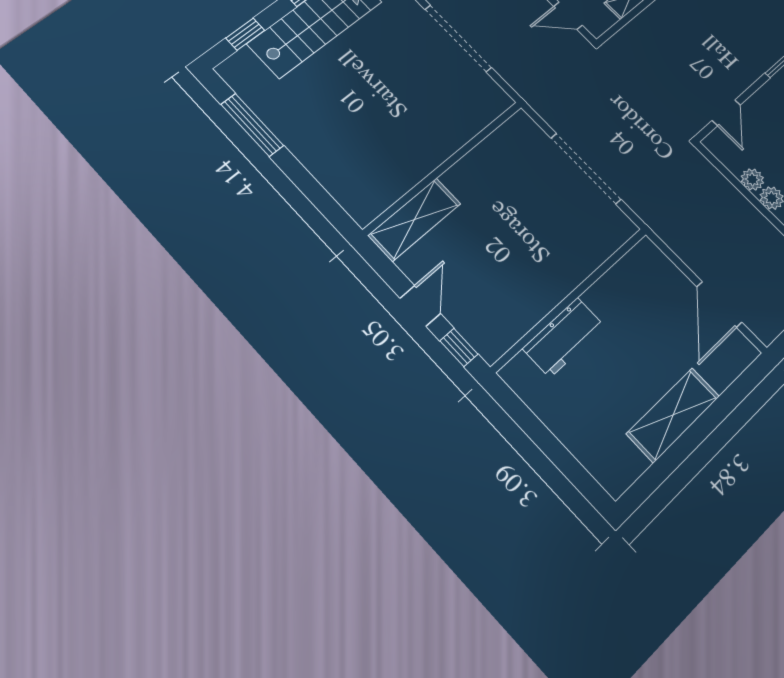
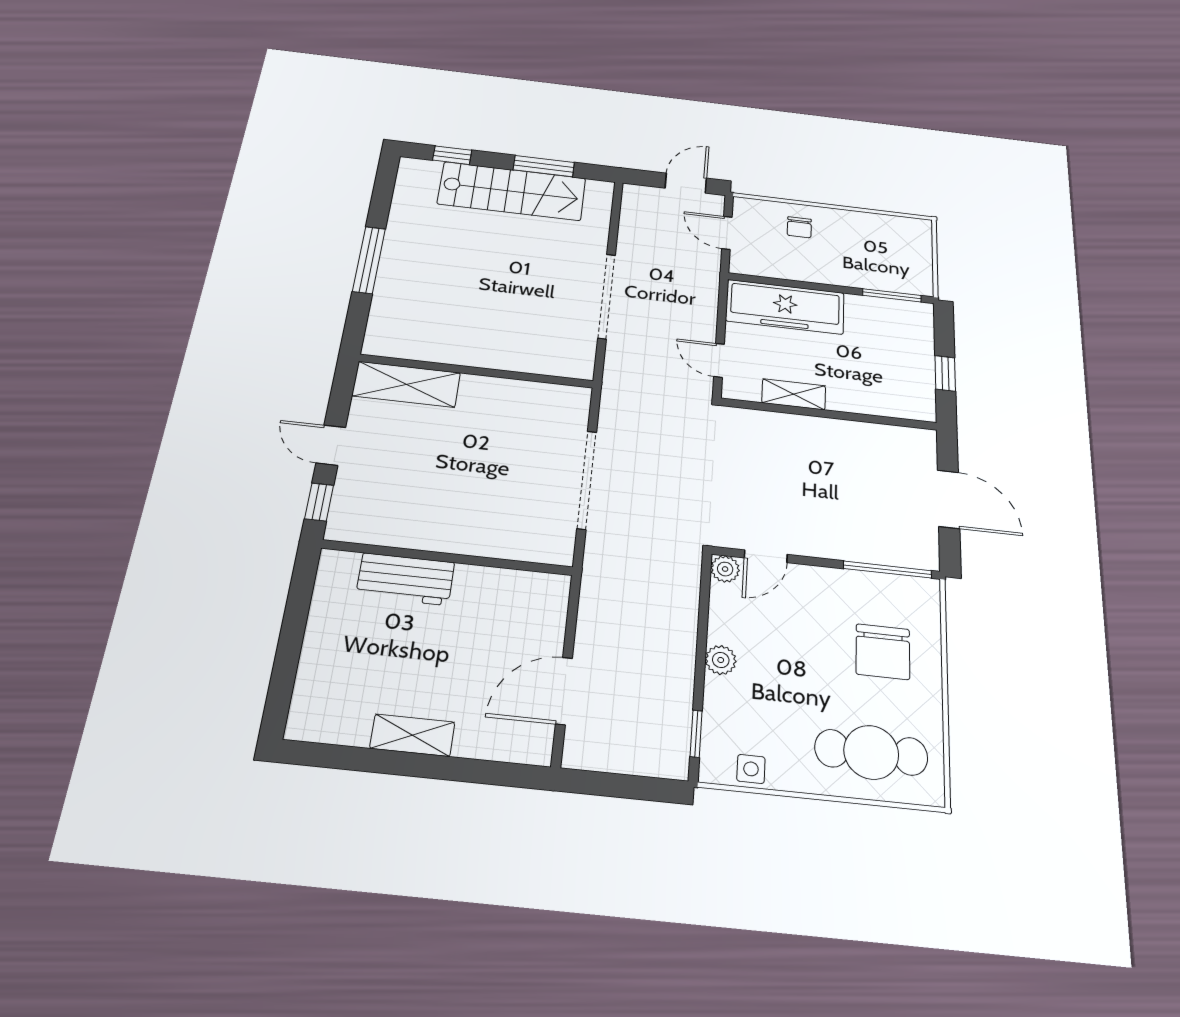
window: (252, 125) -> (369, 260), moved
plant: (752, 179) -> (725, 569), moved
door: (420, 306) -> (331, 445), swing flipped
shelving: (673, 415) -> (412, 735), width x0.67, depth x0.75

